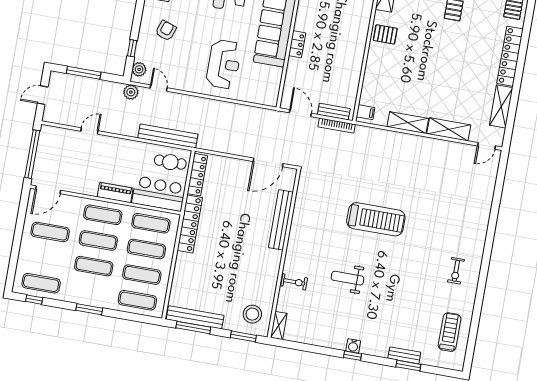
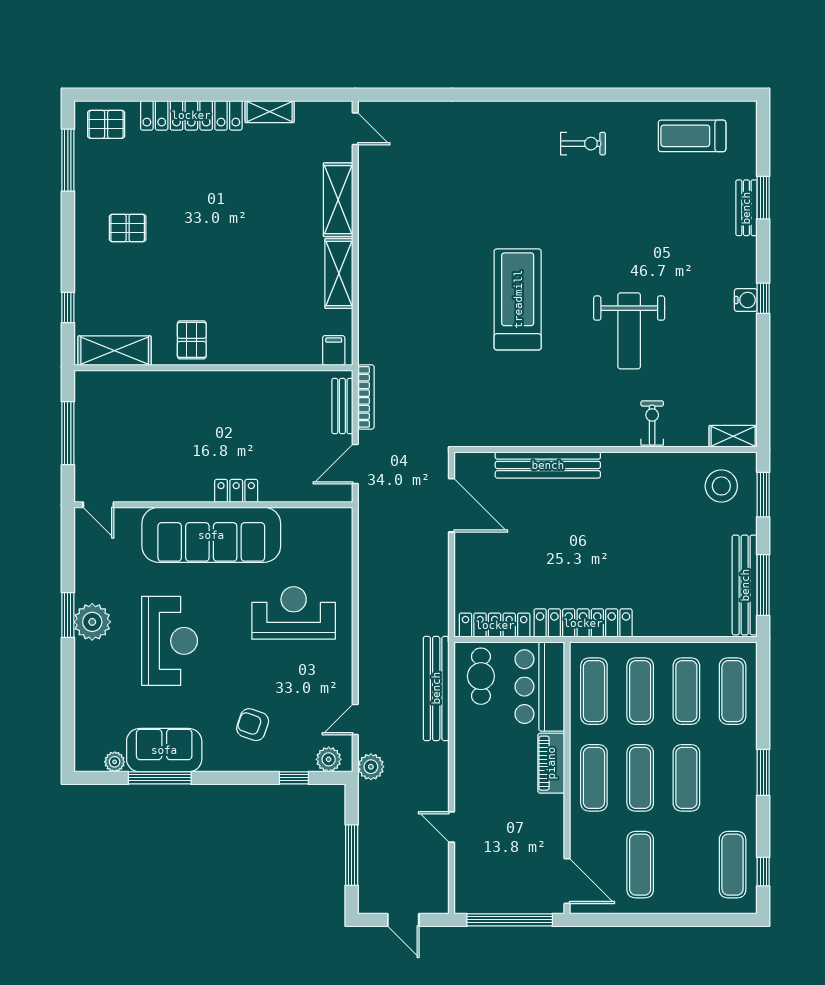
shelving: (501, 106) -> (270, 112), width x0.67, depth x0.75
weight bench: (347, 278) -> (629, 331), width x1.36, depth x1.33

